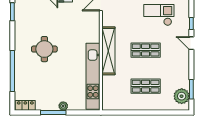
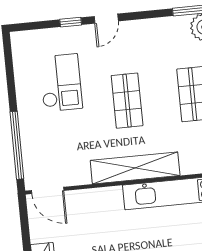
checkout: (159, 15) -> (61, 83), turned 180

